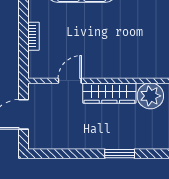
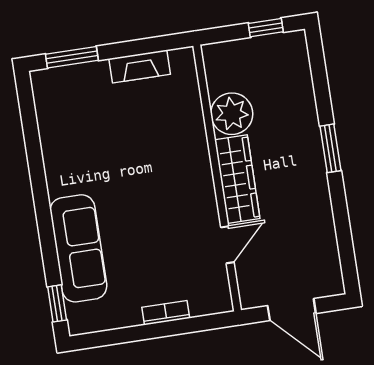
door: (70, 81) -> (227, 245), swing flipped

